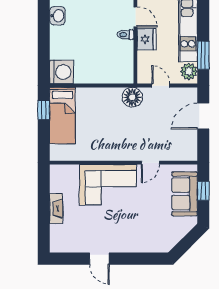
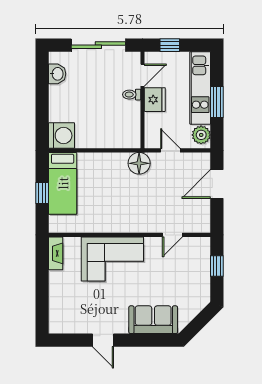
door: (135, 17) -> (143, 75), hinge flipped
window: (203, 55) -> (217, 102), moved
window: (44, 110) -> (42, 193), moved
door: (150, 163) -> (172, 235), moved
sofa: (185, 194) -> (153, 320), moved, turned 90
fireplace: (56, 209) -> (56, 253), moved

